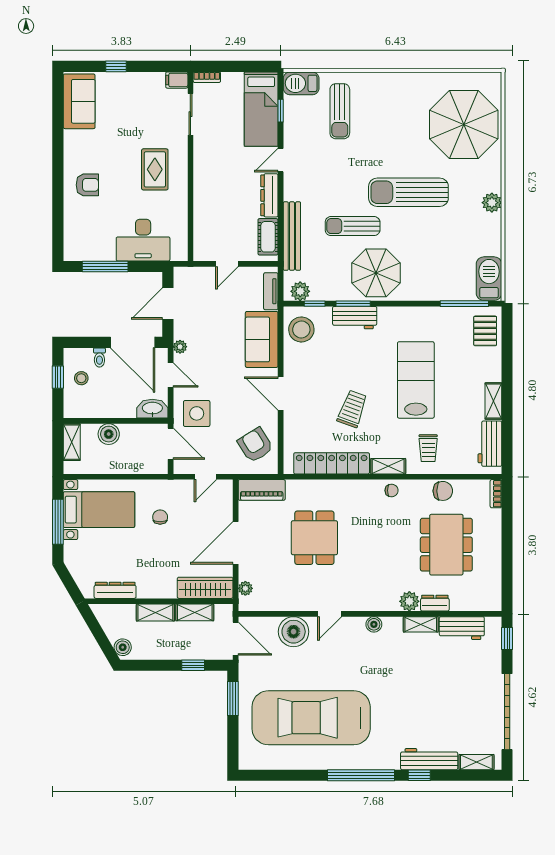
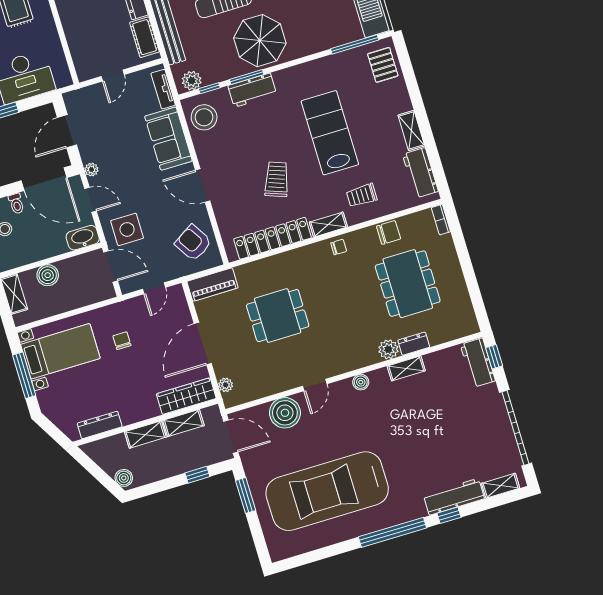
trolley: (428, 448) -> (362, 195), turned 90
dining table: (314, 538) -> (278, 316), turned 90
workbench: (462, 628) -> (478, 363), moved, turned 90

